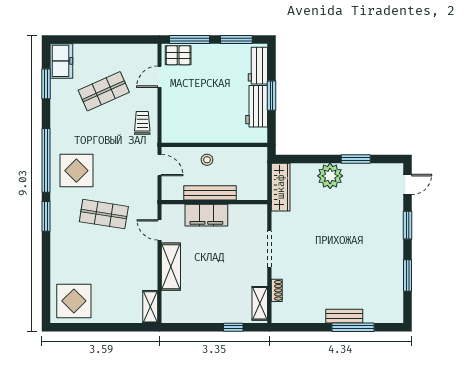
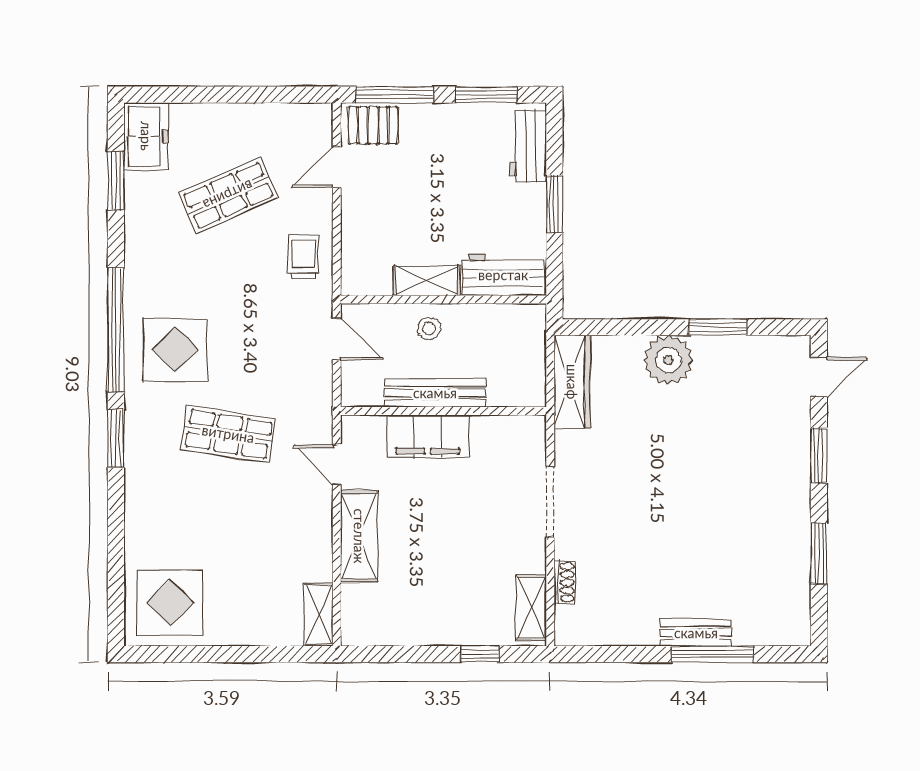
workbench: (257, 106) -> (503, 275), moved, turned 90
shelving: (206, 135) -> (426, 281), added

